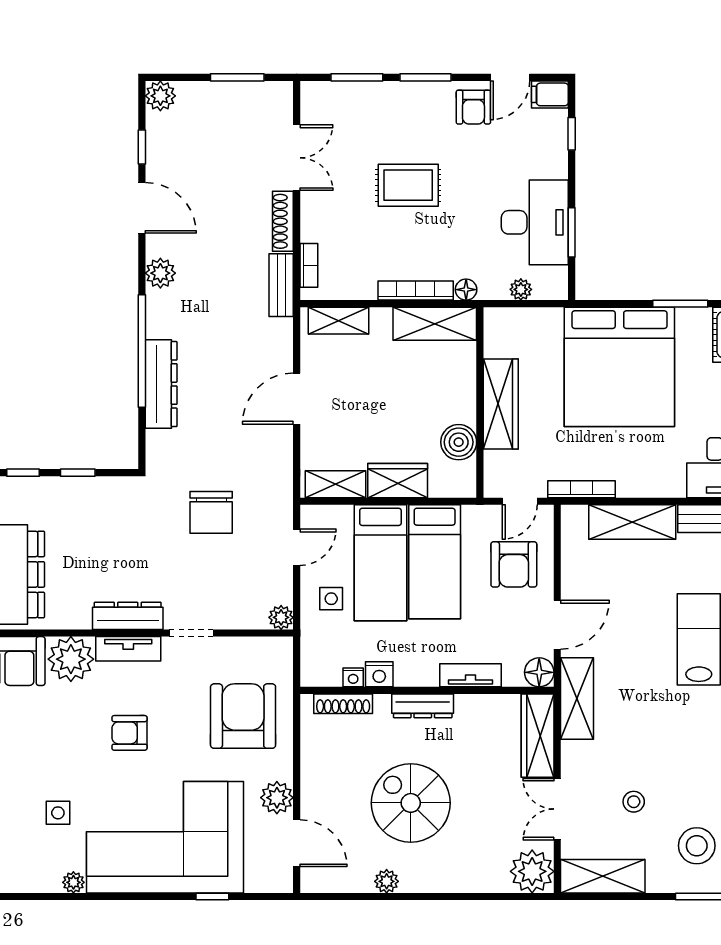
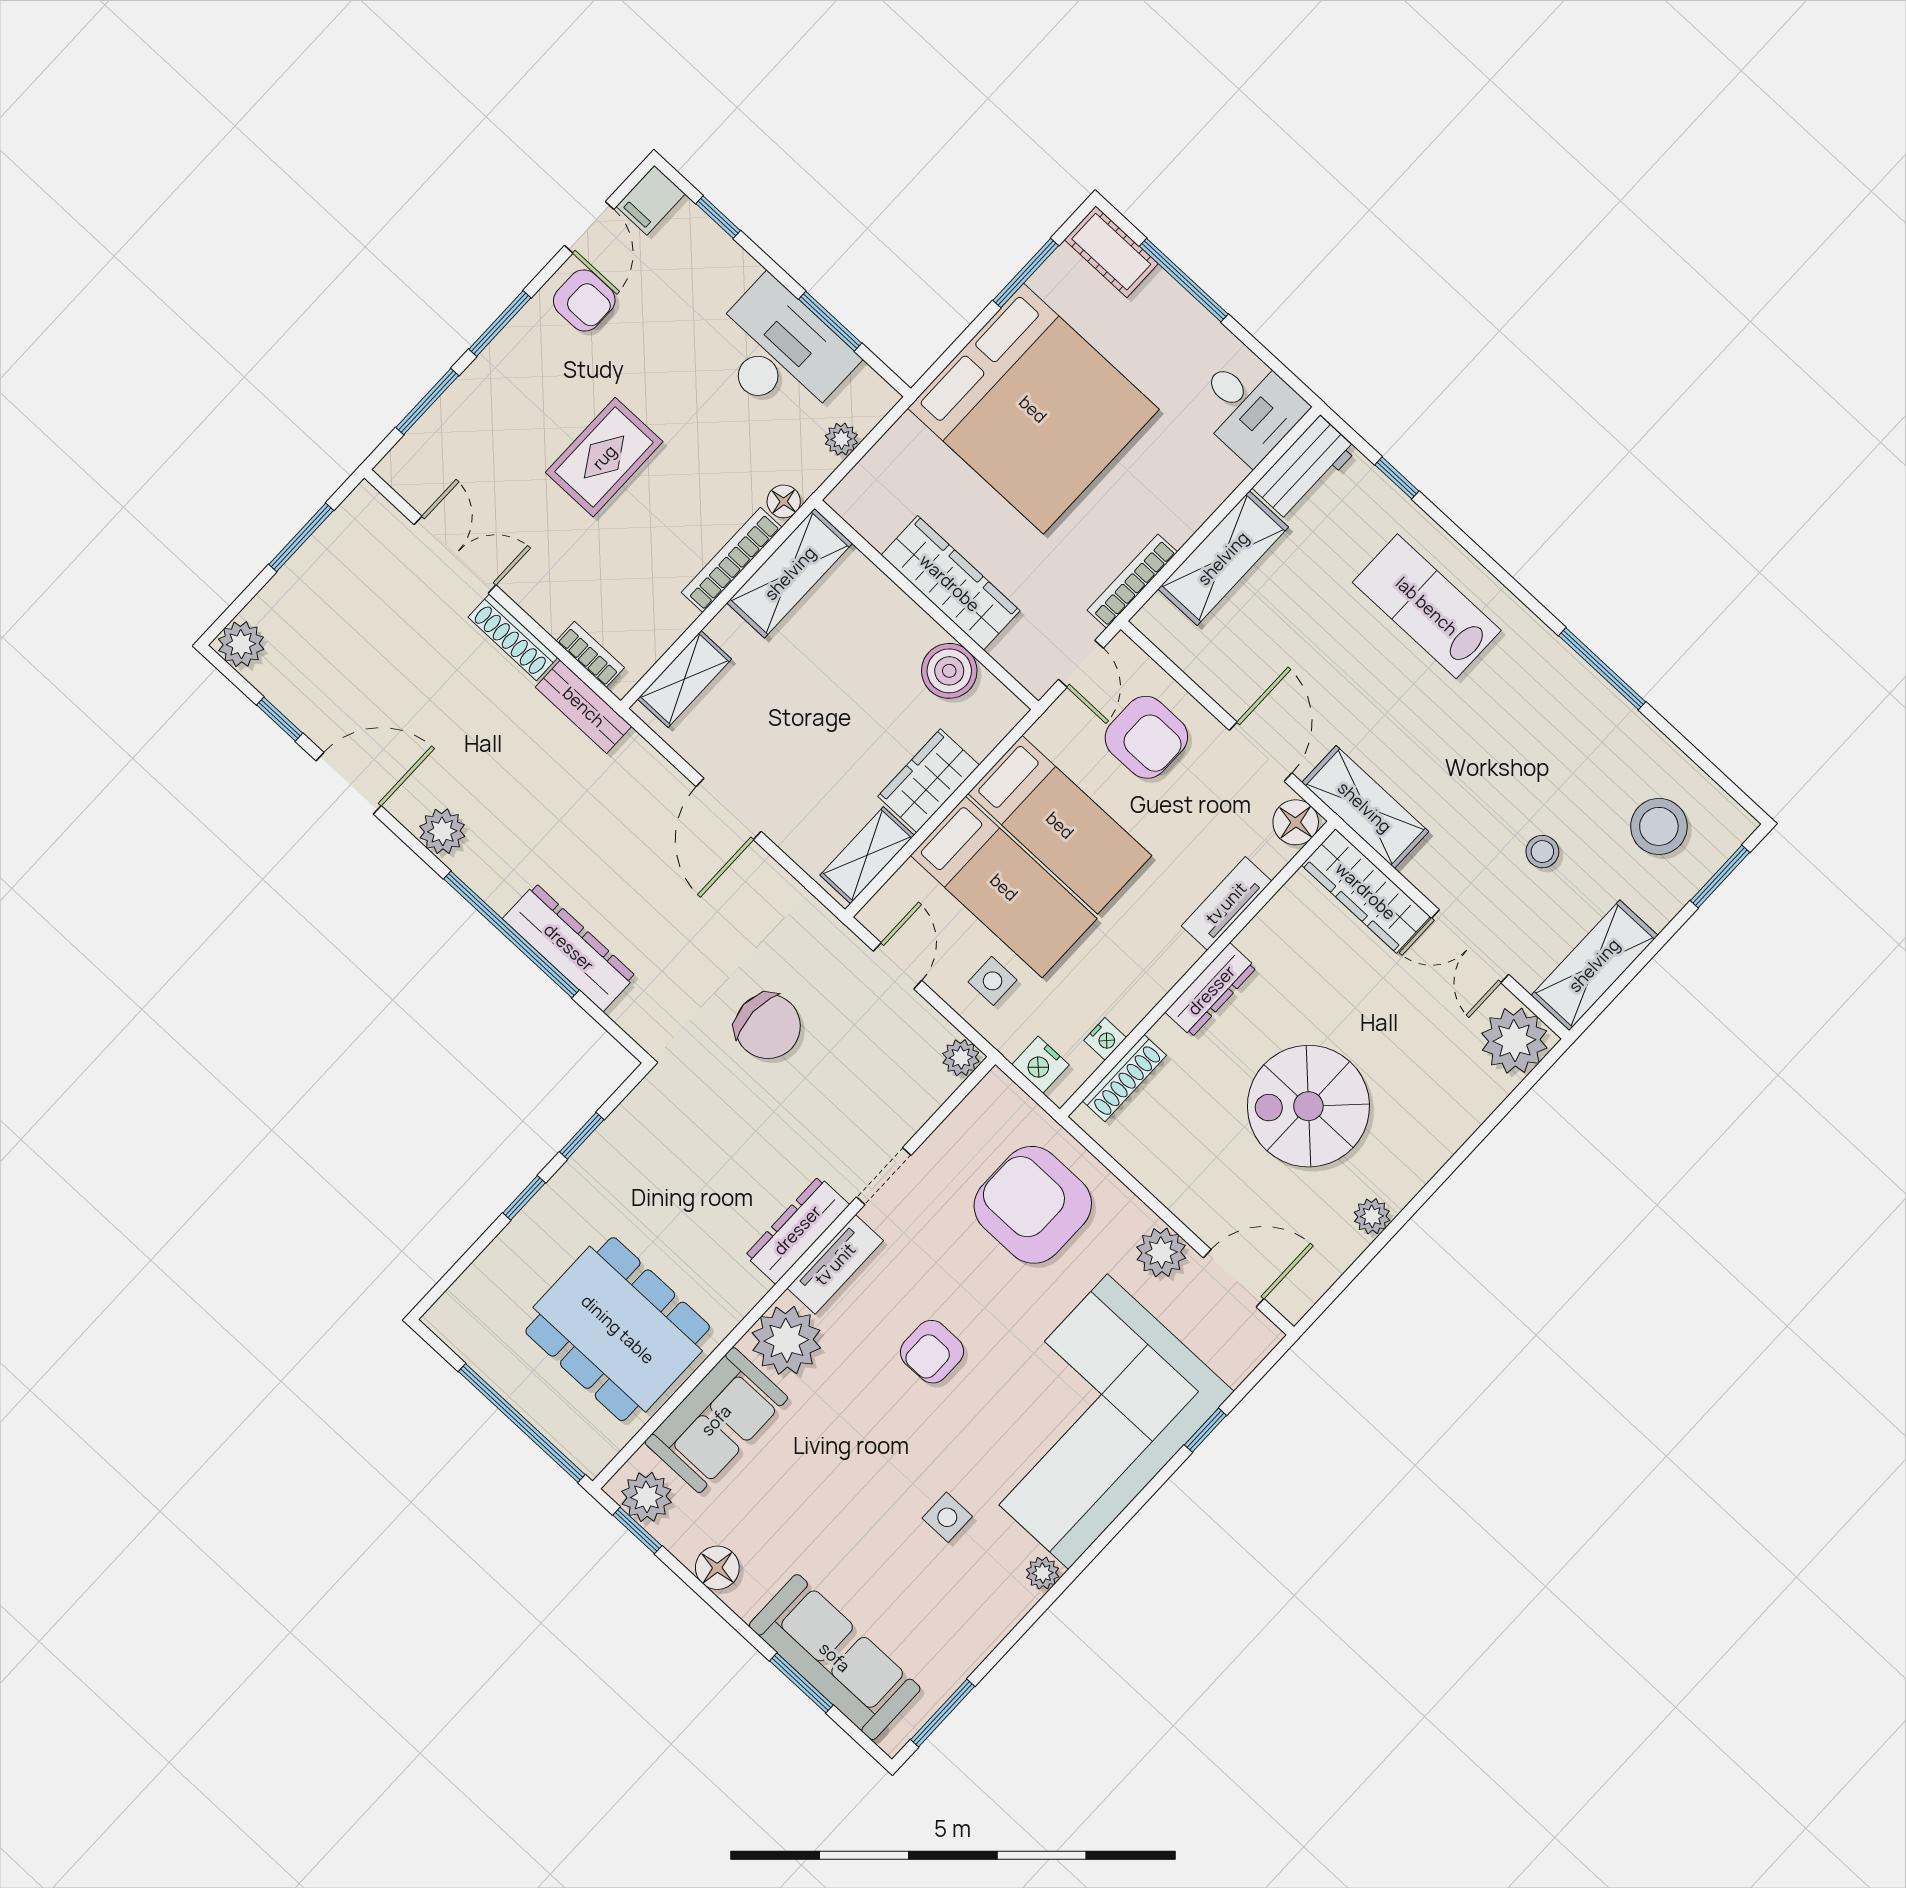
nightstand: (379, 674) -> (1040, 1065), moved, turned 90

